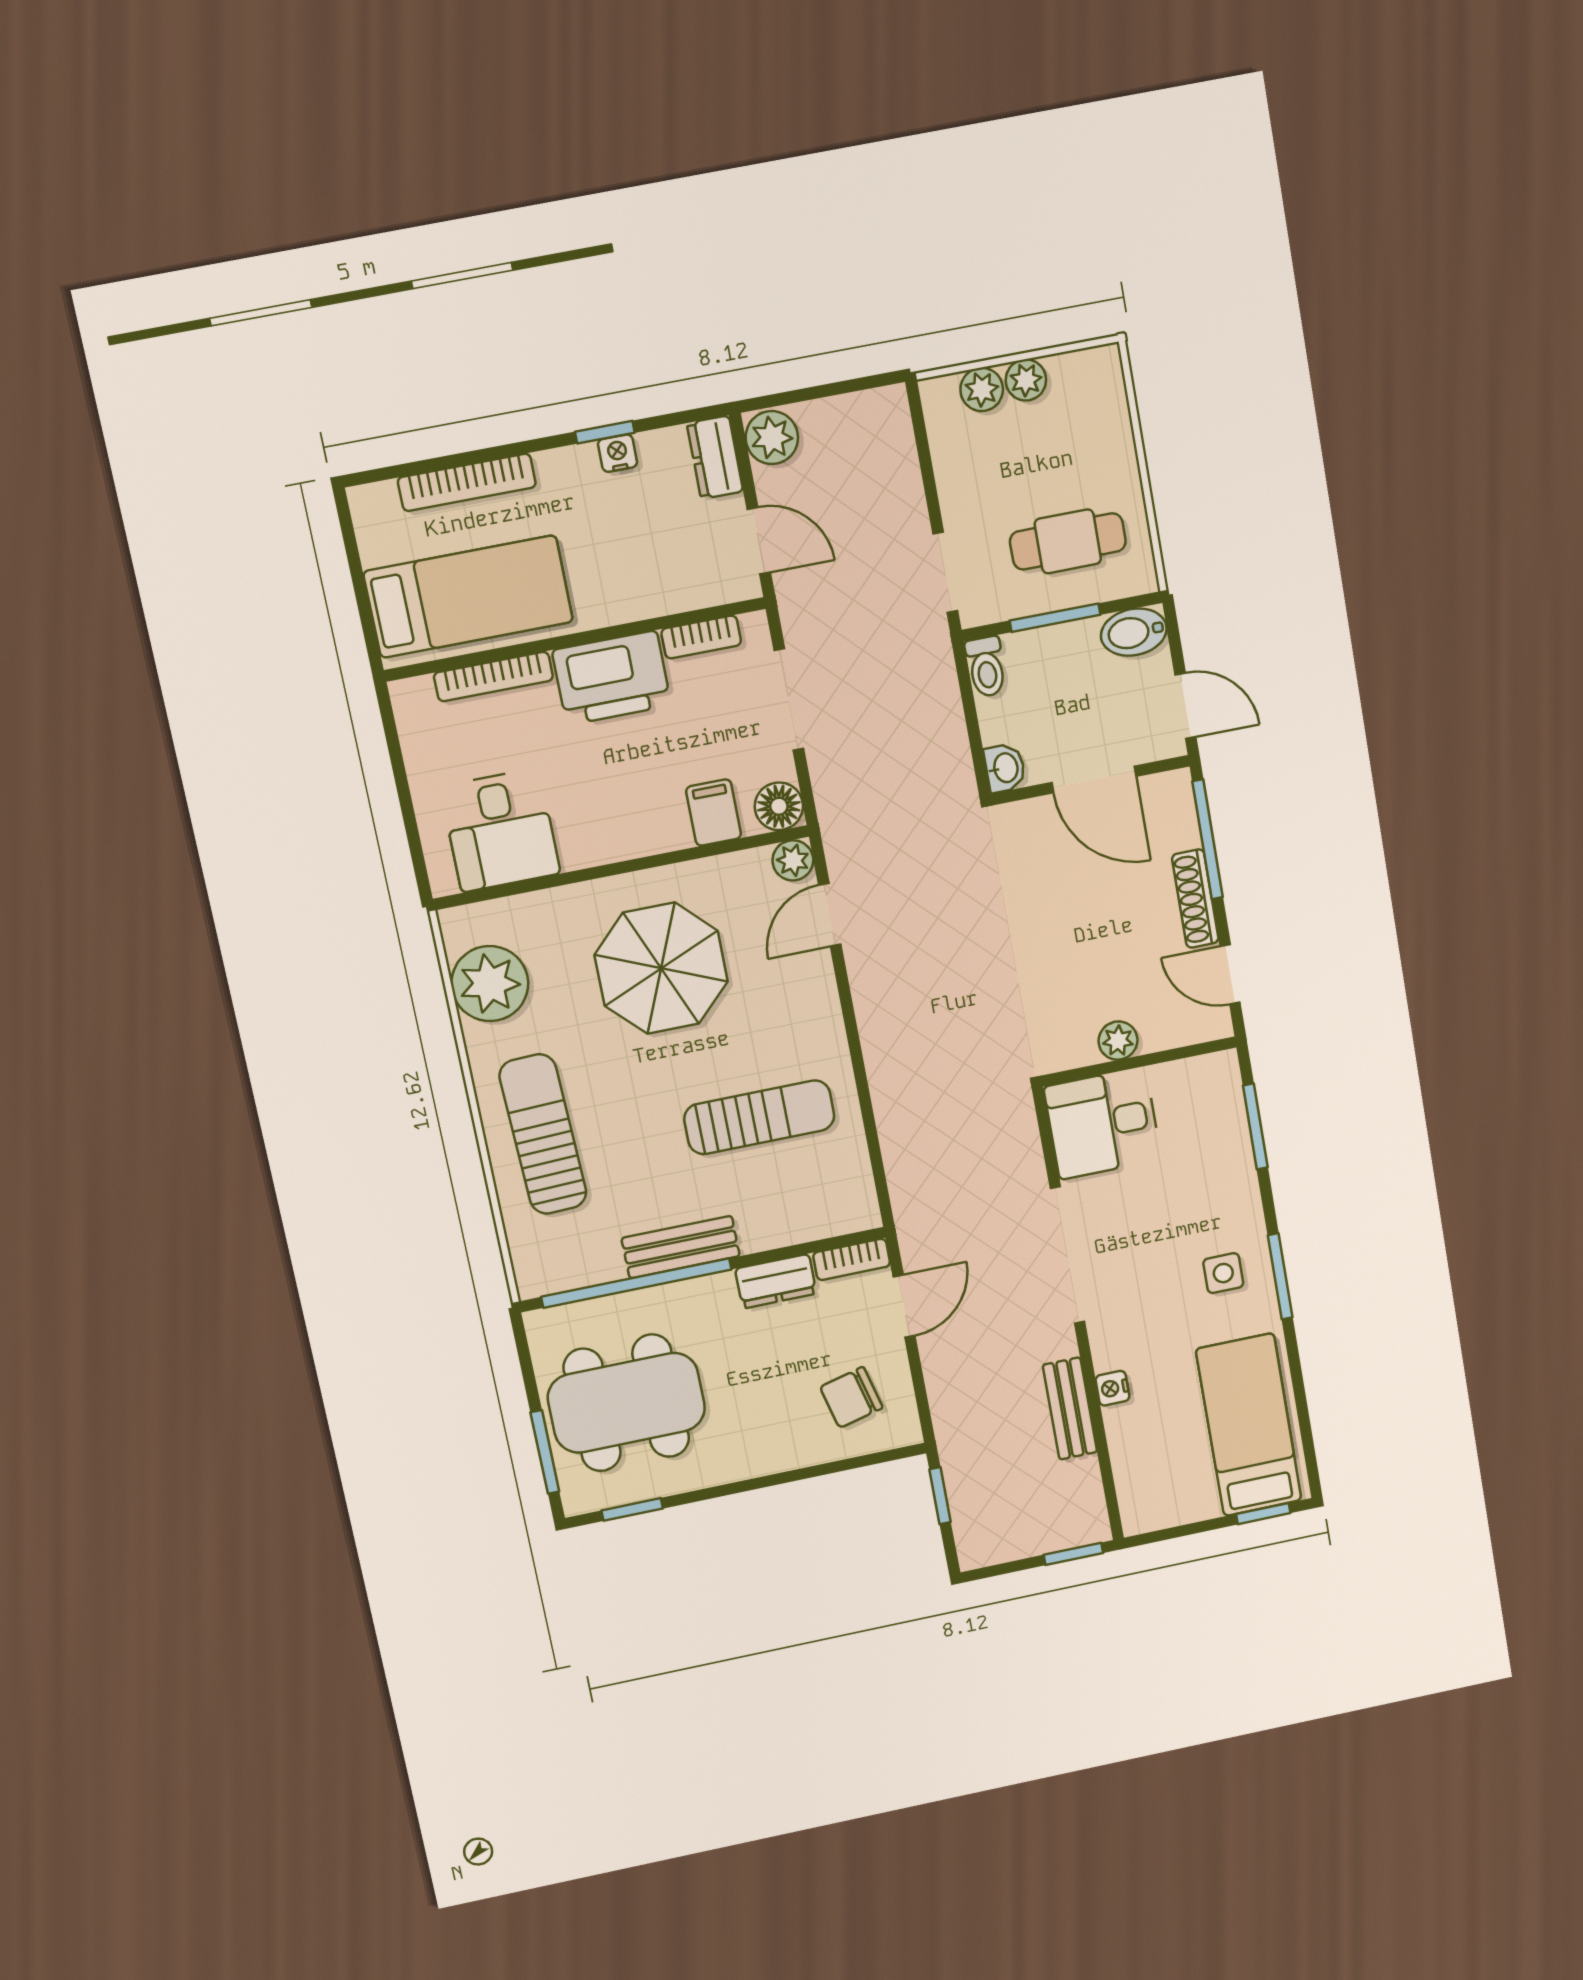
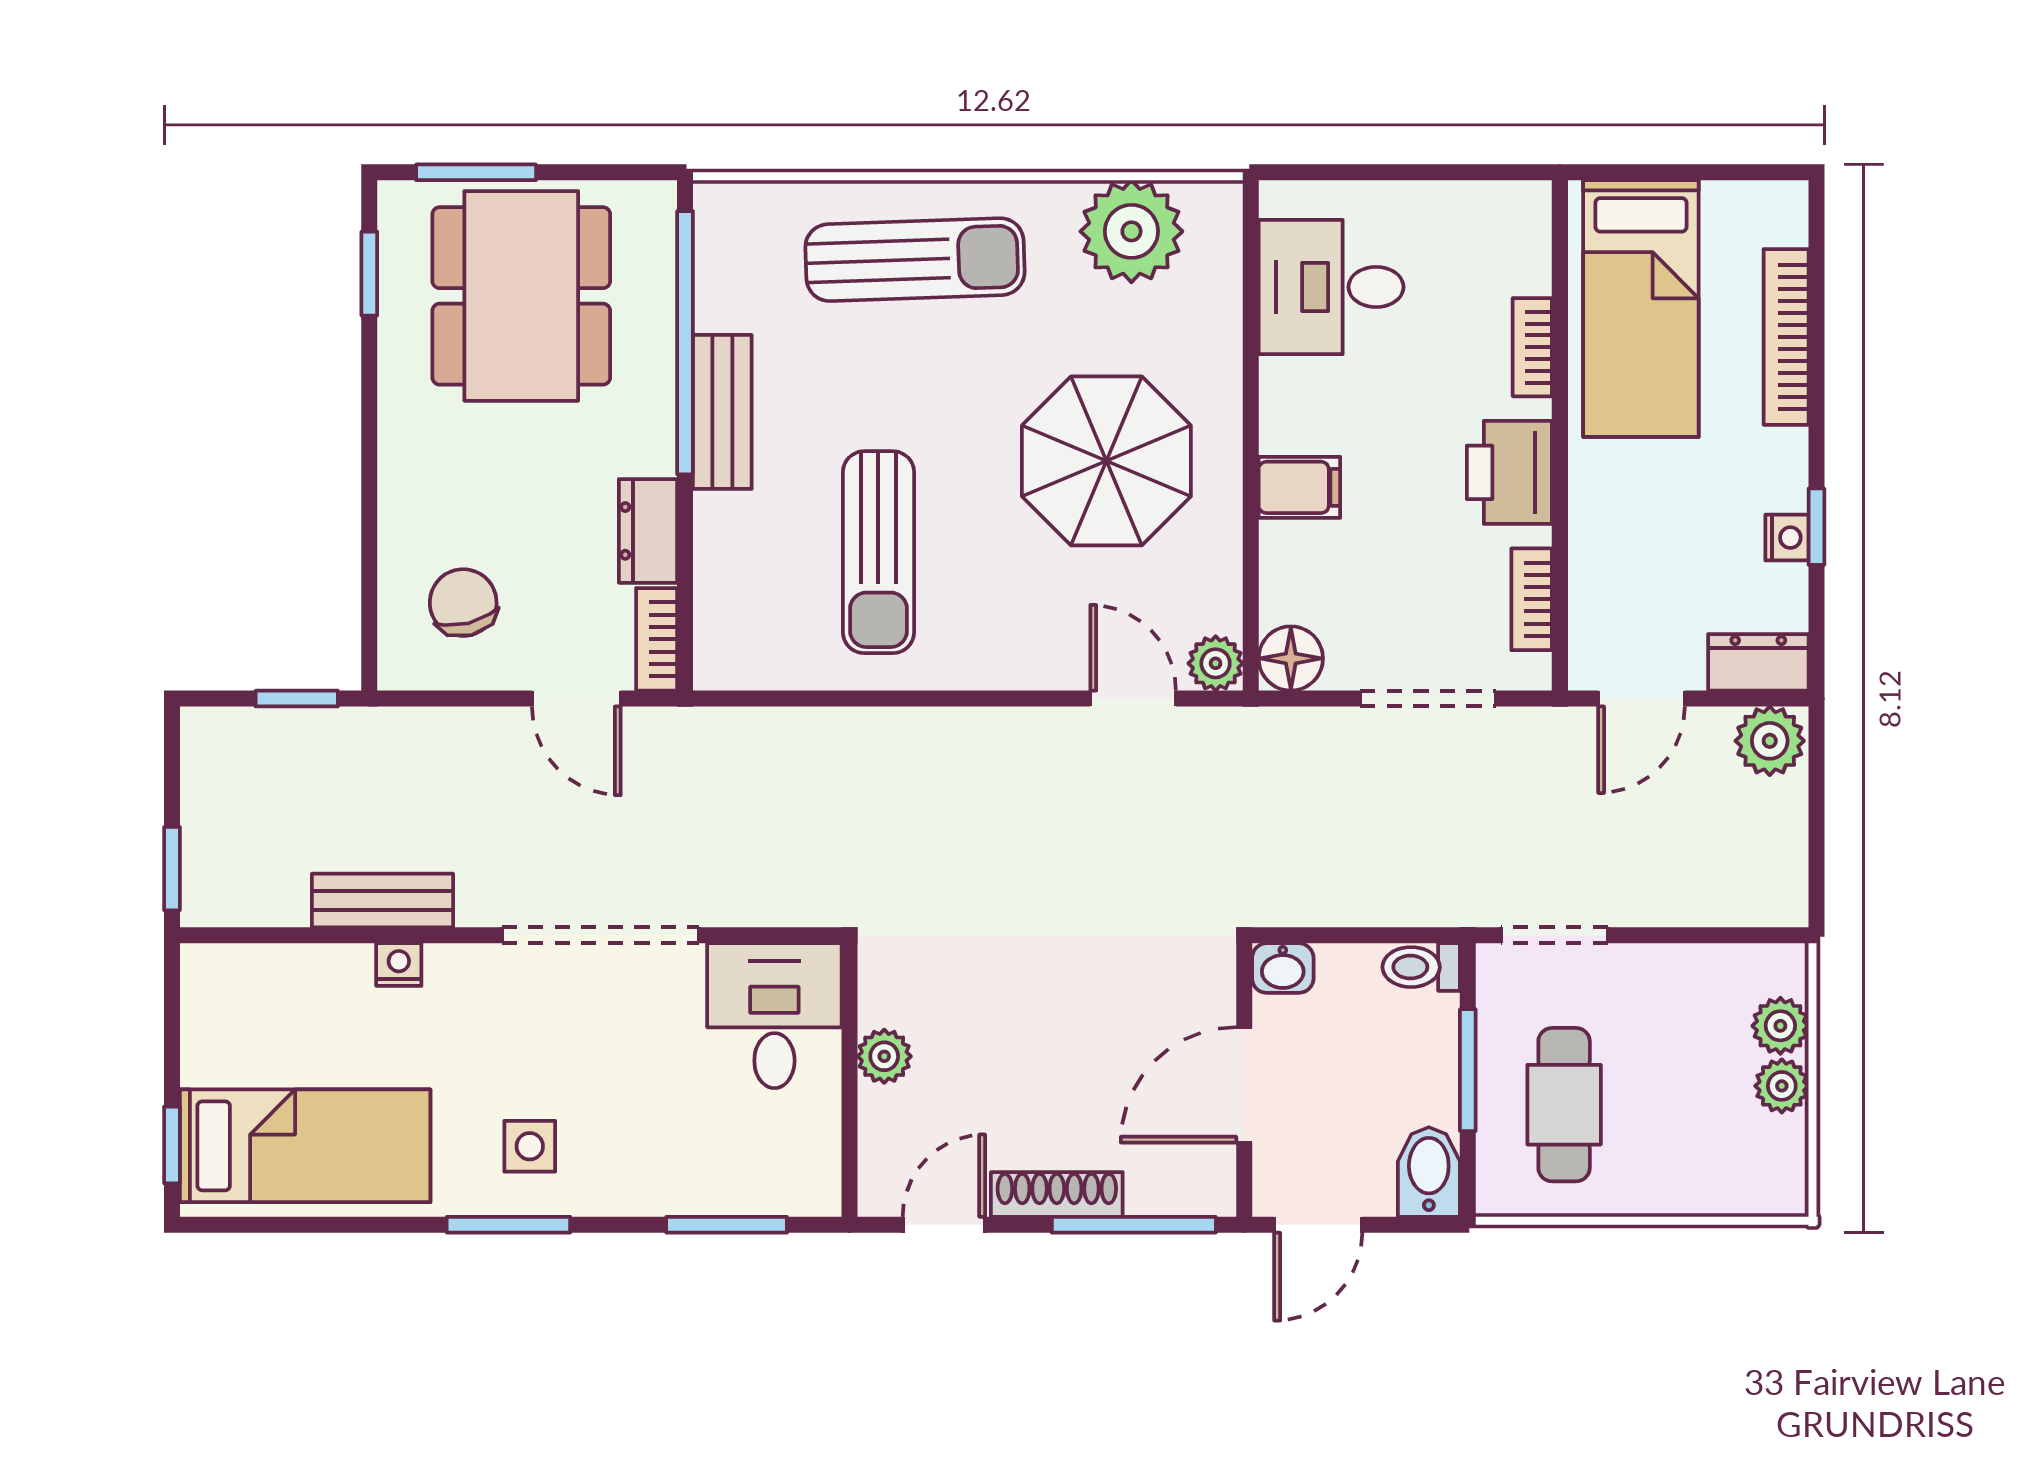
bookcase: (493, 677) -> (1532, 347), width x0.64
printer: (612, 678) -> (1509, 472), width x0.73, depth x0.84
filing cabinet: (714, 813) -> (1299, 487), moved

